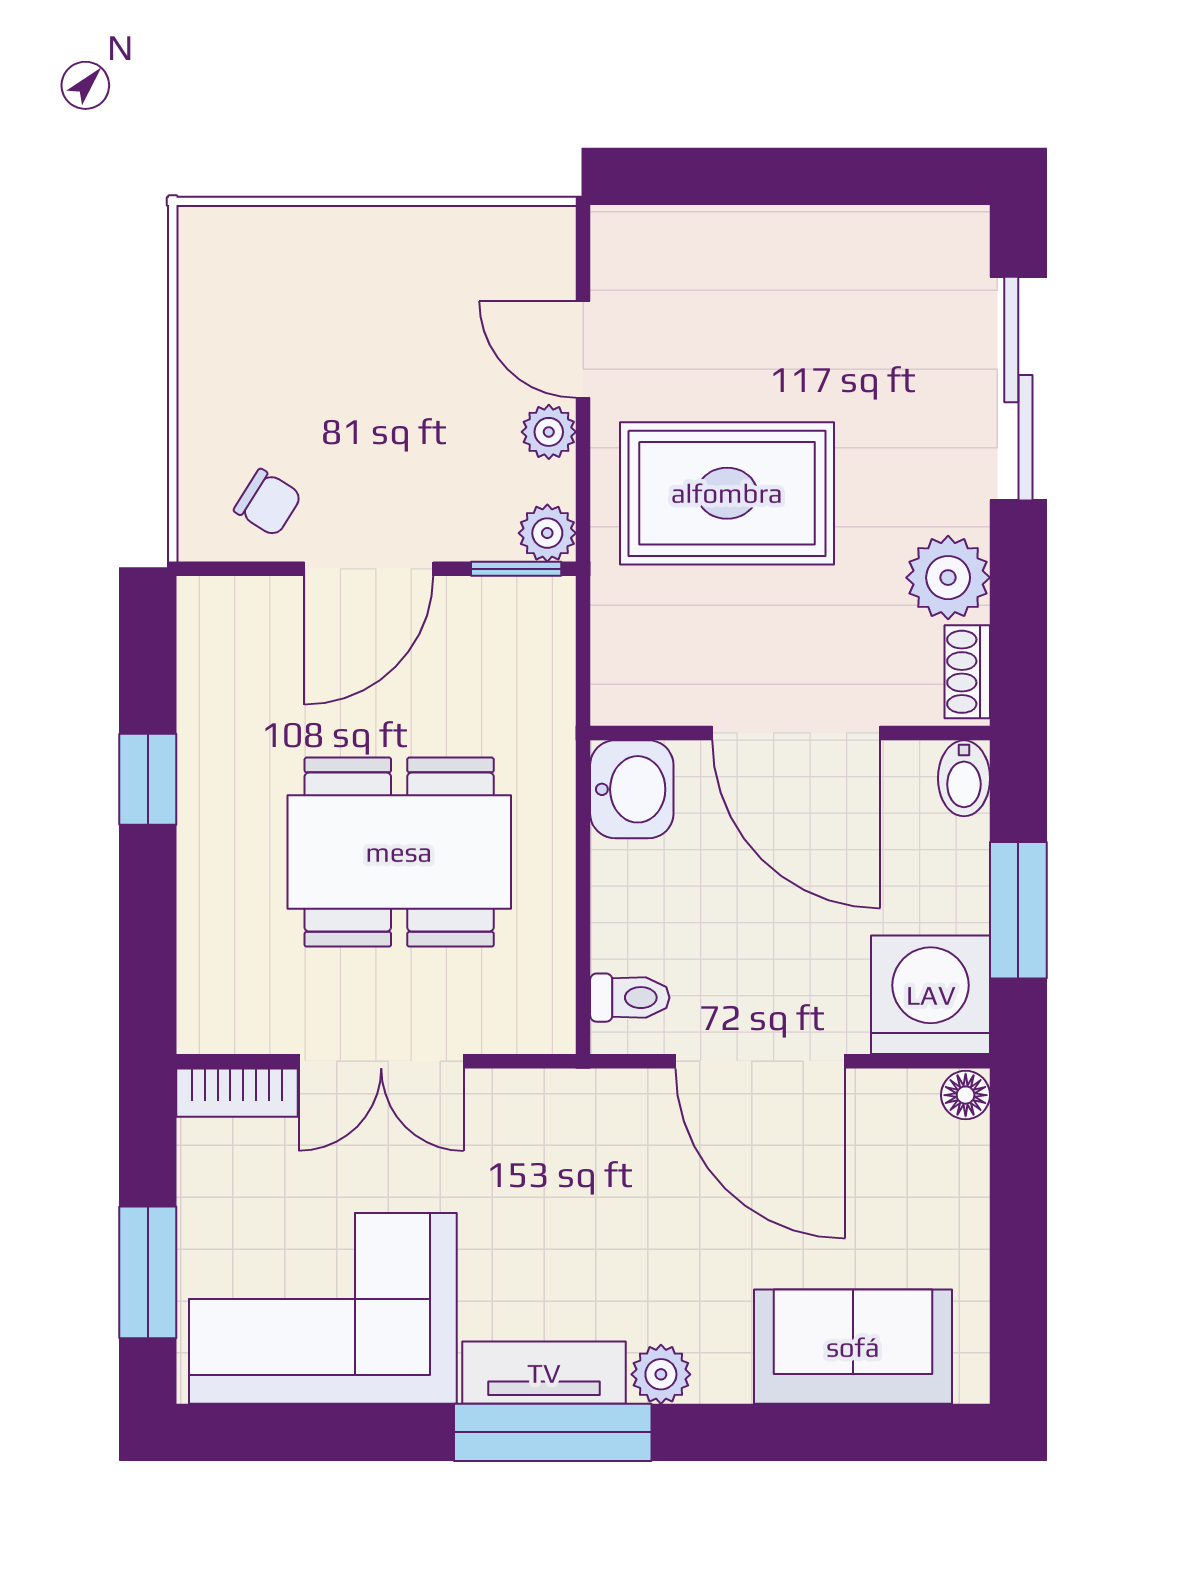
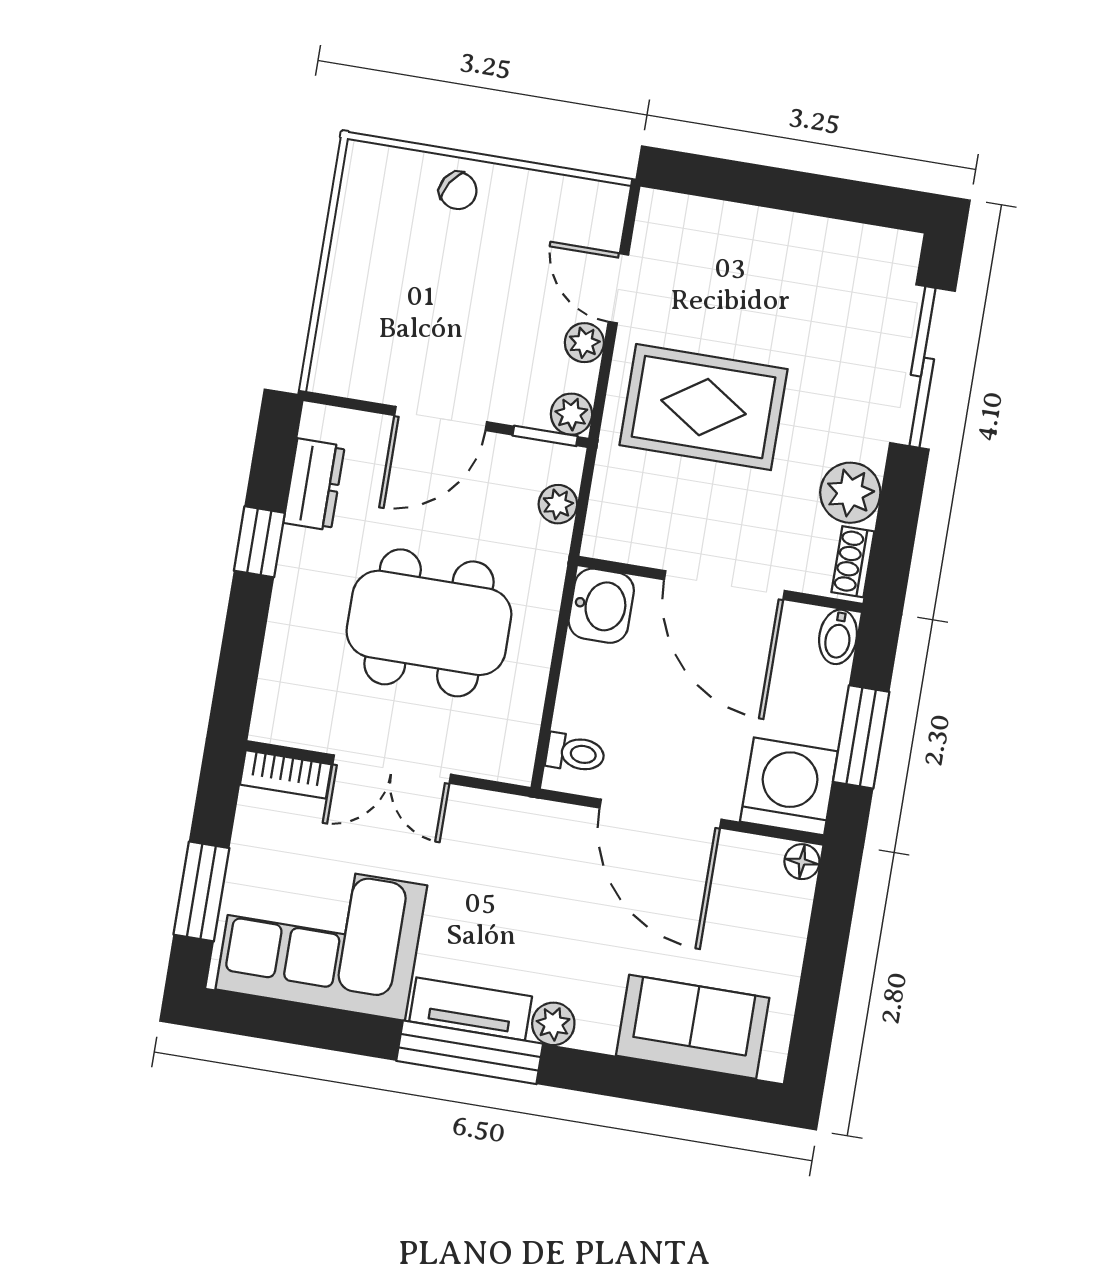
chair: (268, 503) -> (458, 191), moved
plant: (549, 660) -> (558, 504), added
dresser: (210, 688) -> (314, 484), added

